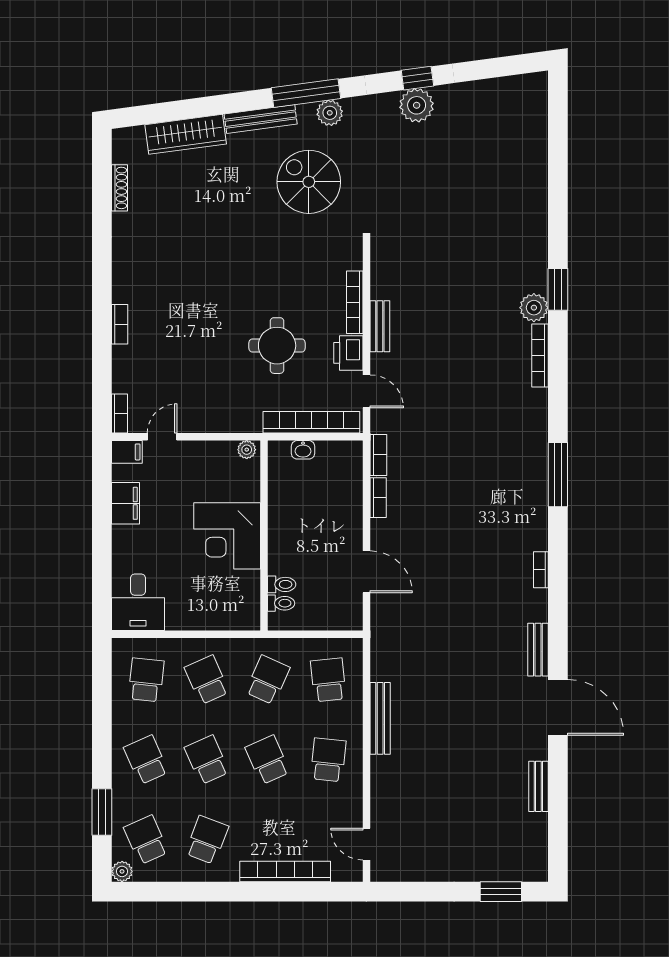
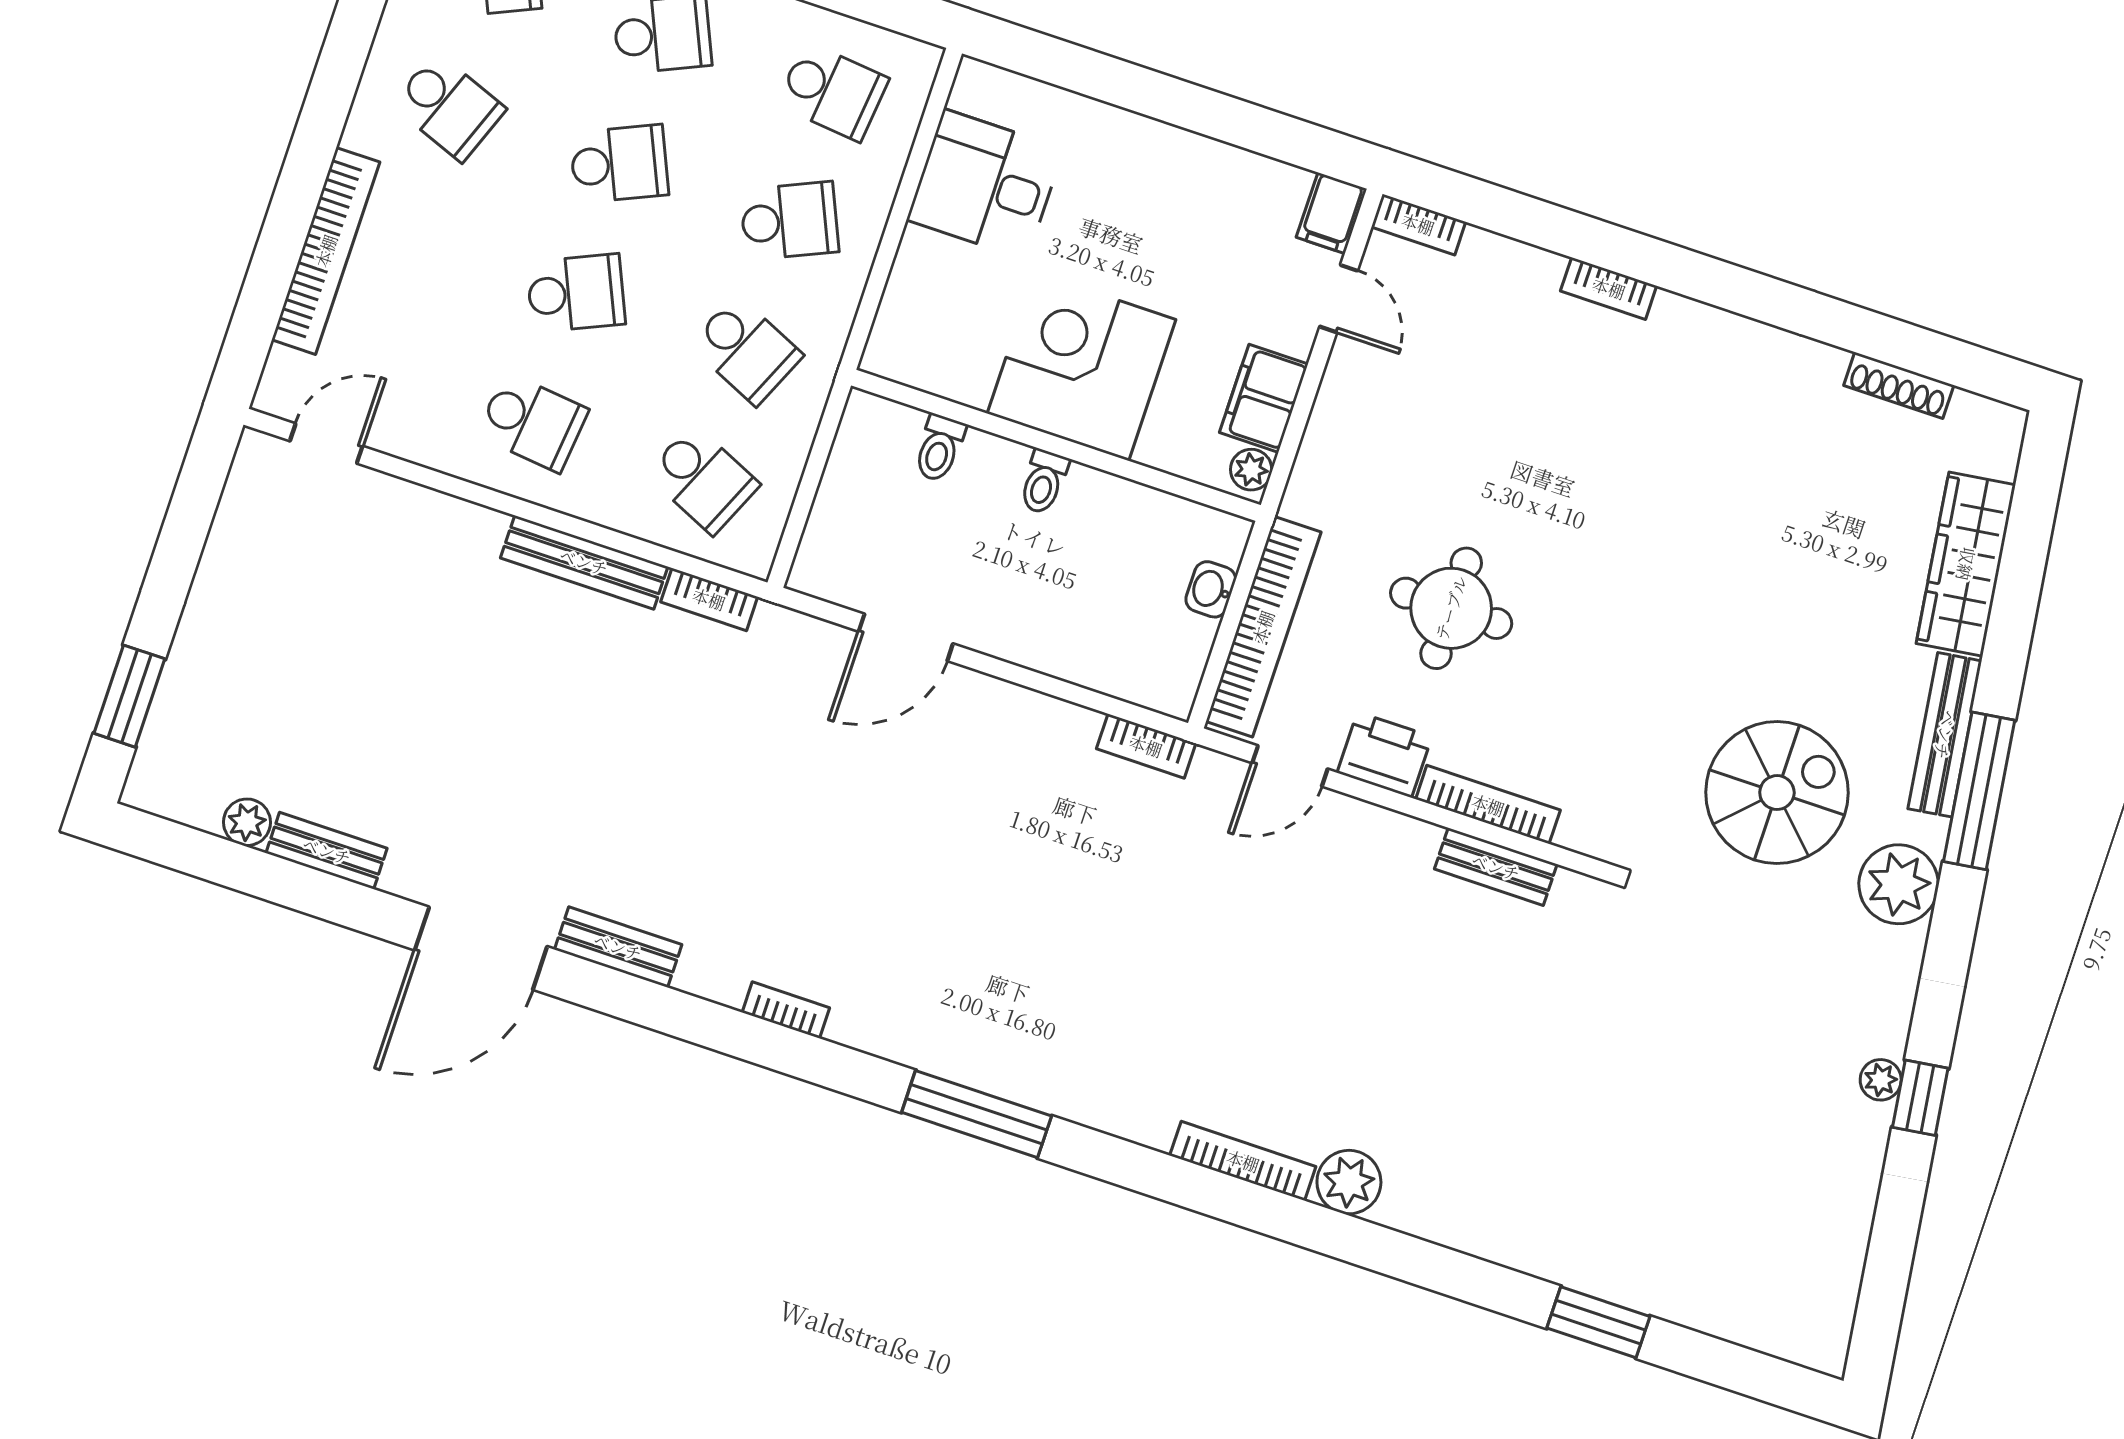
window: (306, 93) -> (1979, 791), moved
plant: (417, 105) -> (1881, 1080), width x0.53, depth x0.53
plant: (330, 113) -> (1899, 884), width x1.36, depth x1.36
window: (558, 289) -> (1598, 1322), moved
bench: (380, 326) -> (1496, 867), moved
bookcase: (378, 498) -> (709, 599), moved
filing cabinet: (126, 503) -> (1264, 398), moved, turned 90
desk: (138, 602) -> (985, 184), moved
toilet: (281, 603) -> (1044, 482), moved
school desk: (328, 680) -> (703, 479), turned 30
plant: (538, 824) -> (247, 822), added

